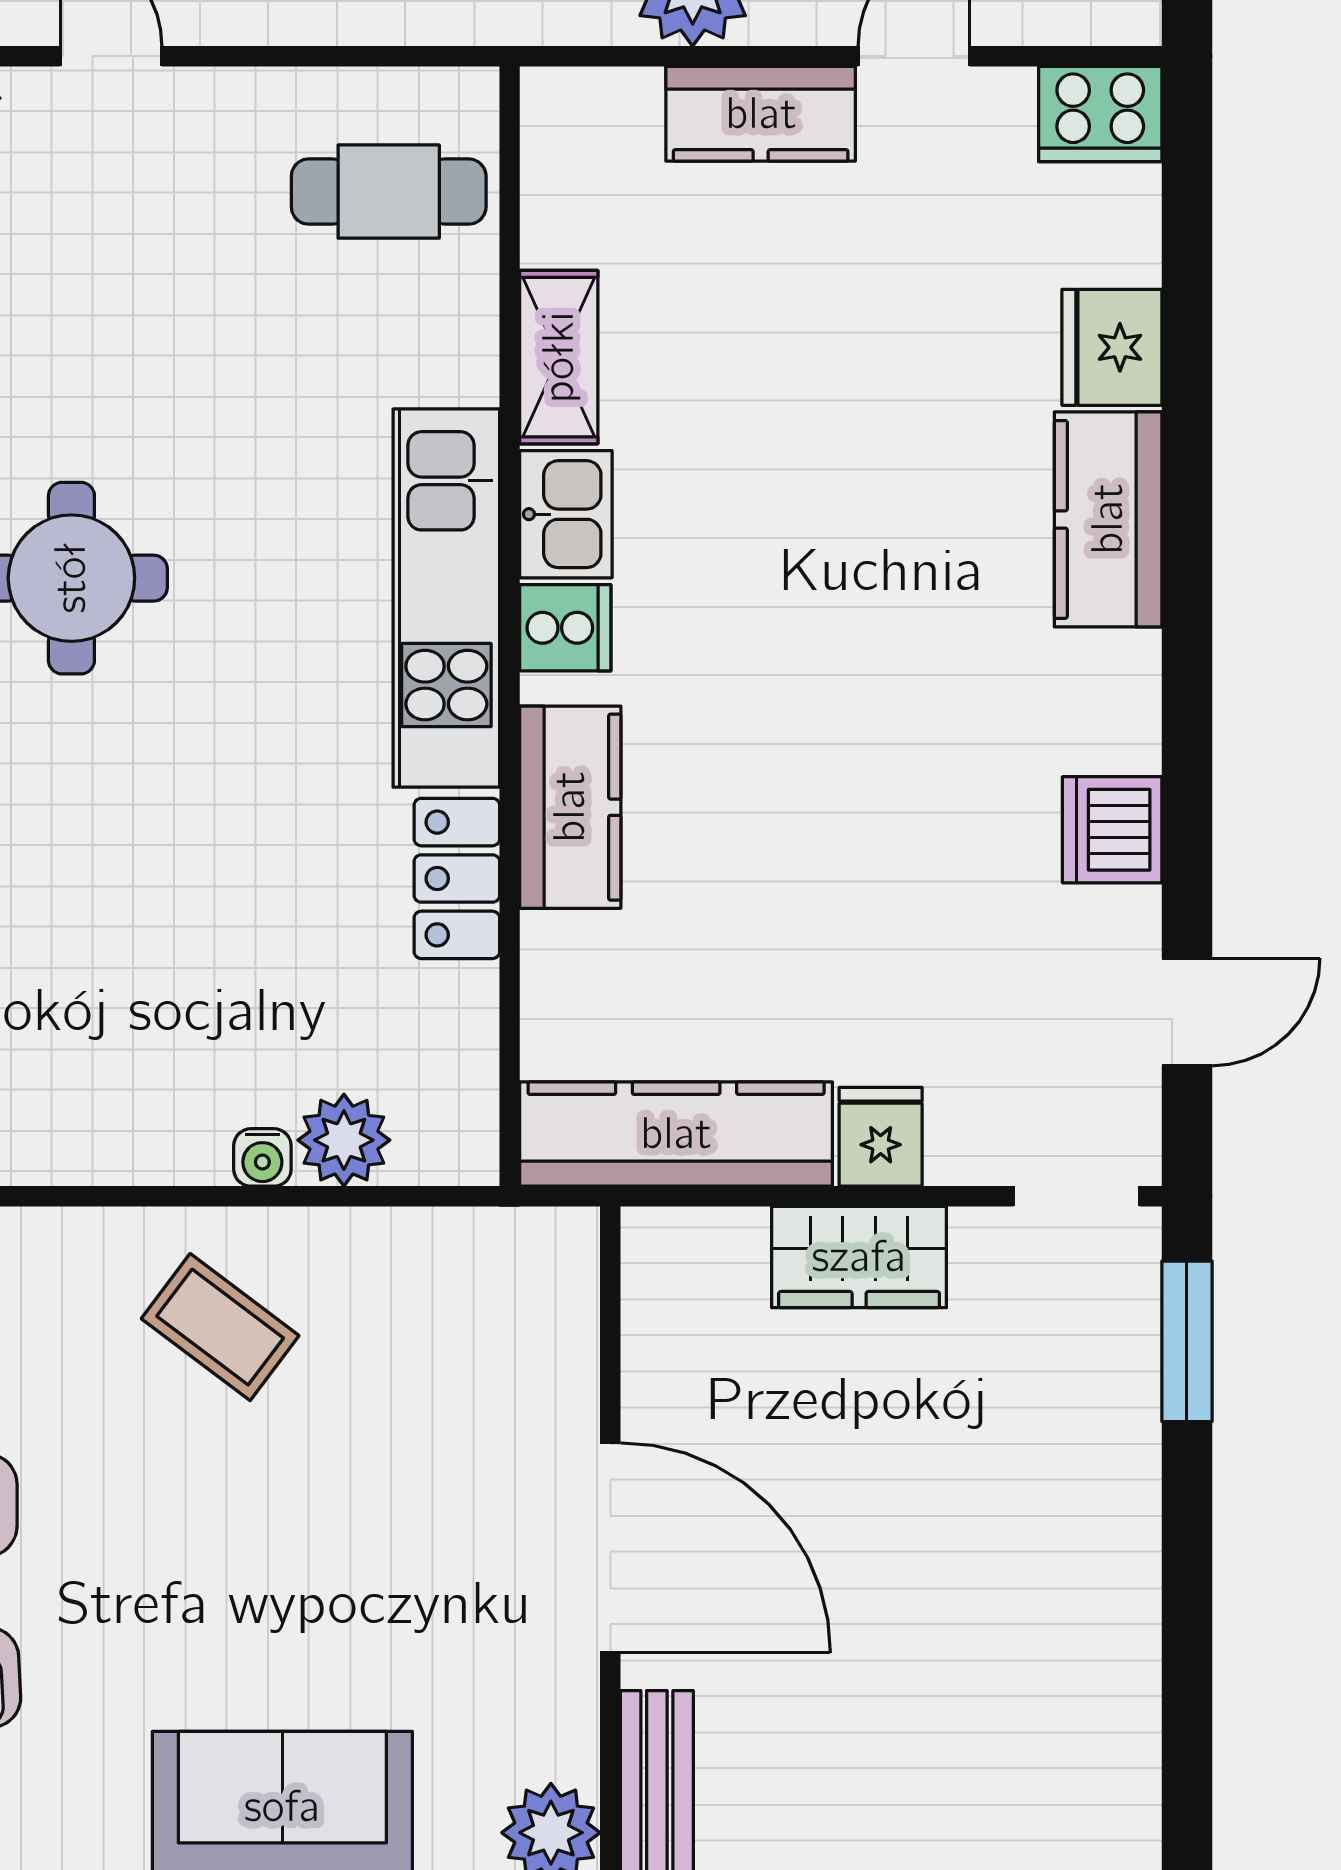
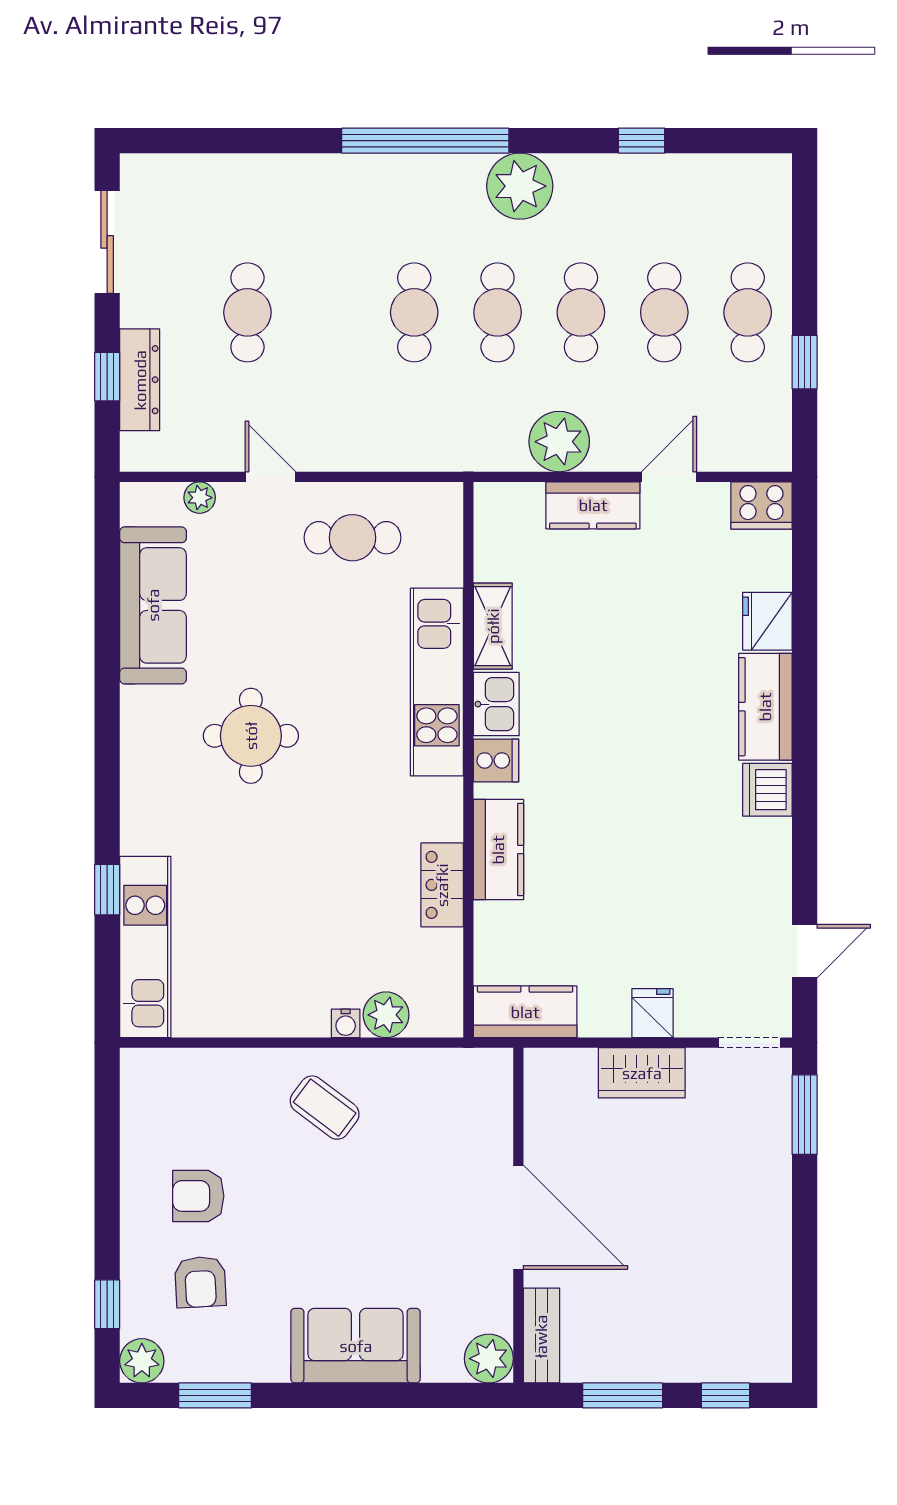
cafe table: (389, 192) -> (352, 538), moved
kitchen unit: (446, 598) -> (437, 682), moved
dishwasher: (1112, 830) -> (767, 790), moved
kitchen counter: (676, 1134) -> (525, 1012), width x0.67

